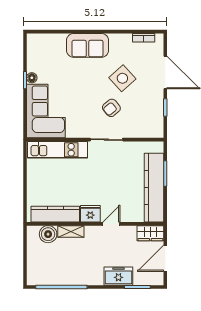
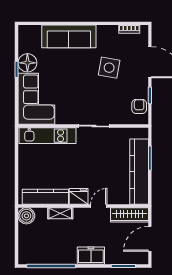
sofa: (88, 45) -> (69, 36), width x1.36
floor lamp: (32, 78) -> (27, 63), width x1.89, depth x1.89
side table: (122, 78) -> (109, 68), turned -38
armchair: (111, 108) -> (139, 106), moved, turned 130
wardrobe: (150, 233) -> (129, 215), width x1.50
boiler: (48, 234) -> (26, 216), moved
freezer: (118, 276) -> (91, 256), moved

